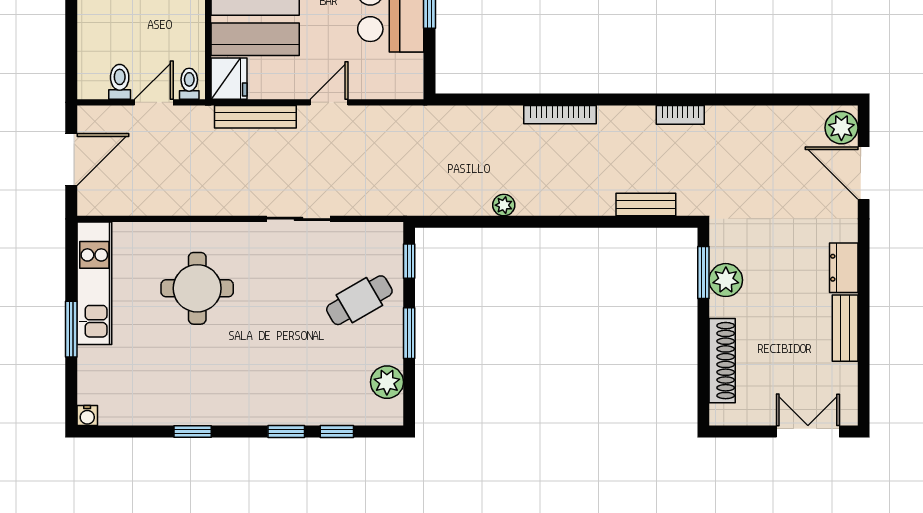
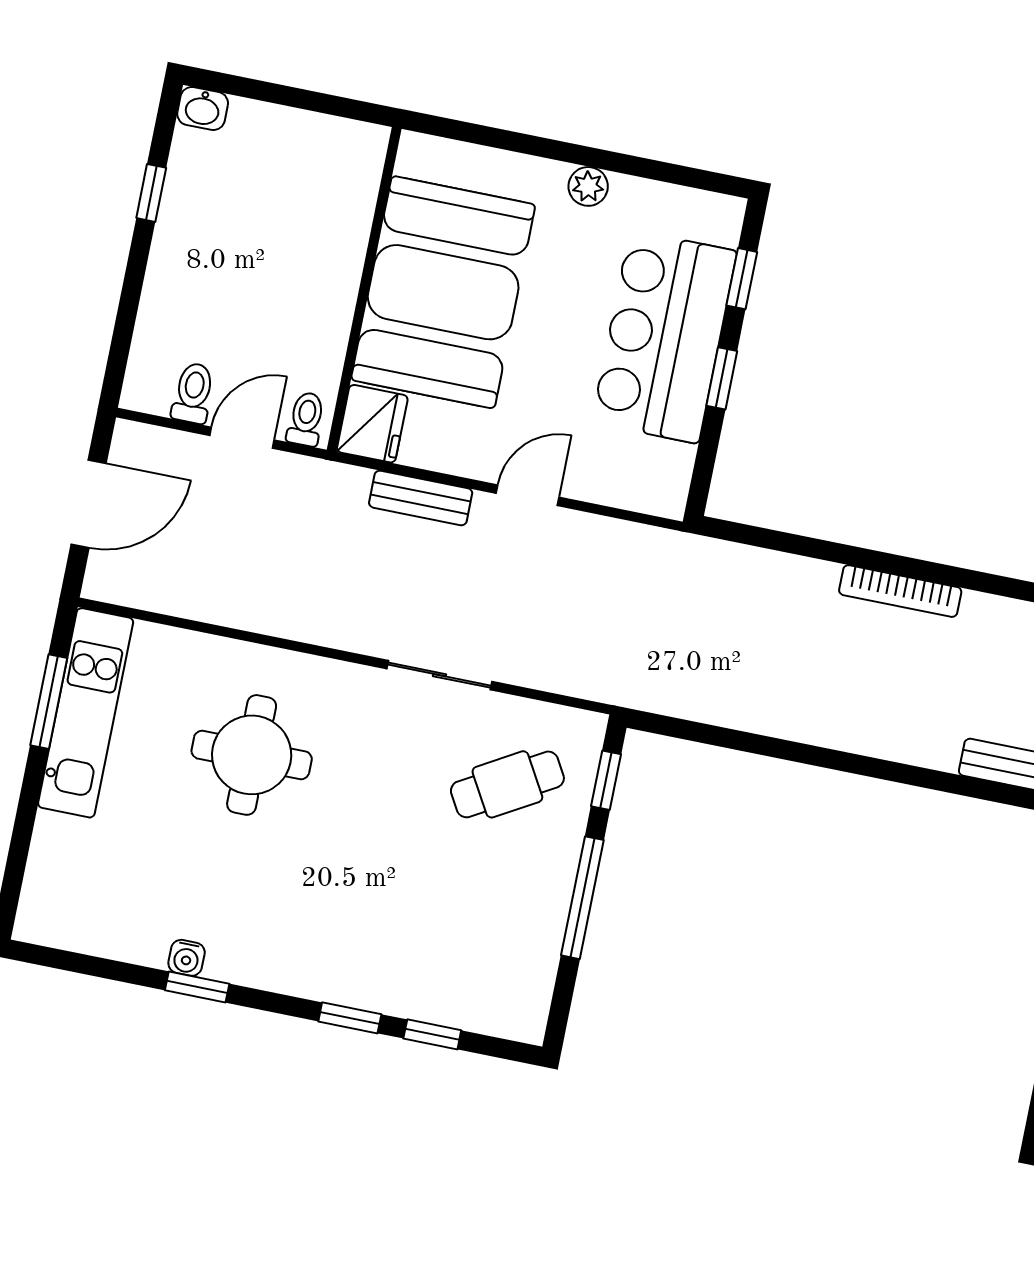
bench: (255, 117) -> (421, 498), width x0.73
plant: (504, 205) -> (779, 720), removed
cafe table: (359, 300) -> (507, 784), moved
window: (71, 329) -> (49, 702), moved
window: (409, 333) -> (582, 898), width x1.44
plant: (387, 382) -> (530, 970), removed
water cooler: (87, 416) -> (187, 958), moved

